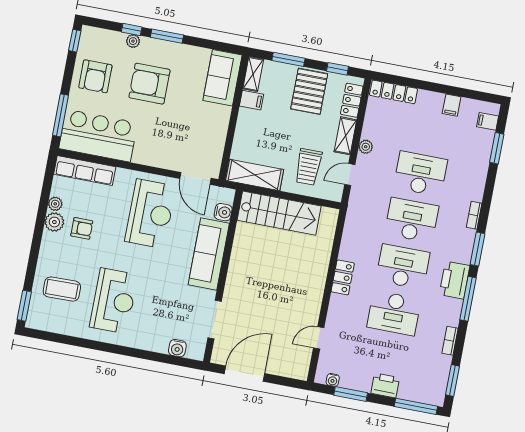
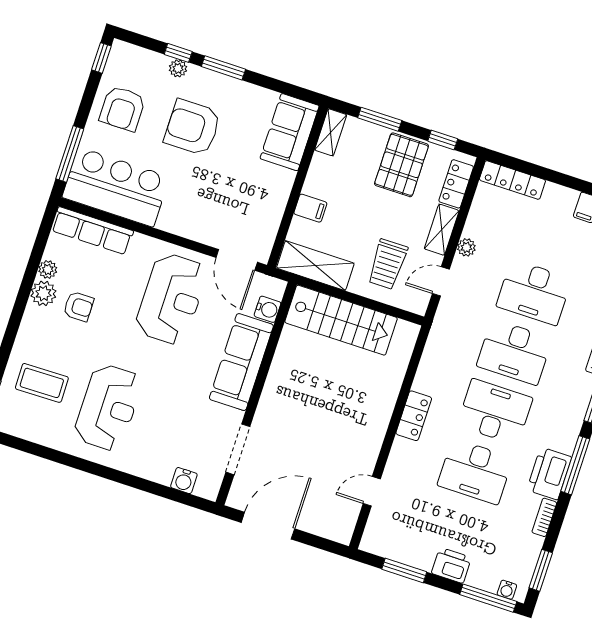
filing cabinet: (252, 100) -> (310, 208), moved
desk: (420, 174) -> (534, 292), turned 180
desk: (412, 220) -> (514, 352), turned 180
printer: (455, 280) -> (549, 473), moved
water cooler: (333, 380) -> (507, 590), moved

